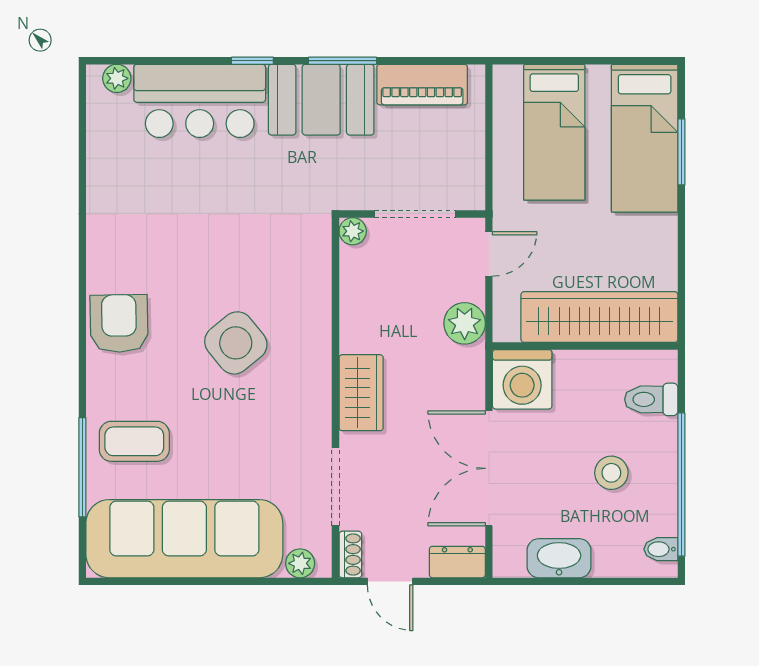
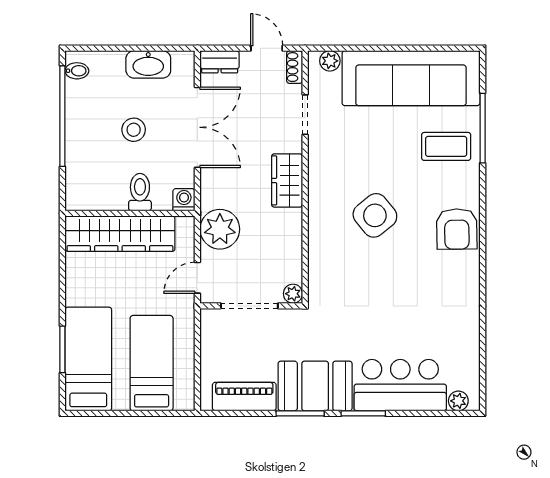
window: (252, 61) -> (363, 413), width x1.50
plant: (465, 323) -> (220, 229), width x1.36, depth x1.36
washing machine: (522, 379) -> (184, 200), width x0.53, depth x0.53
toilet: (651, 399) -> (140, 192), moved, turned -90
stool: (611, 473) -> (134, 130), moved
doorway: (336, 487) -> (305, 115), width x0.73

